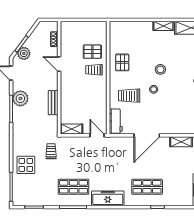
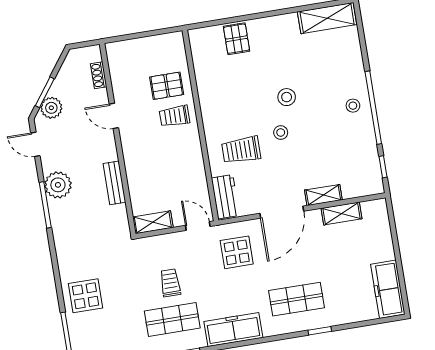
shelving: (163, 26) -> (323, 195), moved
pallet: (122, 62) -> (236, 39), moved
trolley: (51, 151) -> (170, 283), moved
display table: (117, 154) -> (237, 252), added

